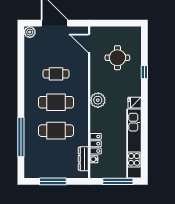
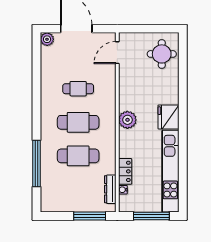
door: (89, 43) -> (117, 53), hinge flipped
round table: (117, 58) -> (162, 54), moved
window: (144, 72) -> (183, 87), removed
fridge: (135, 103) -> (168, 117), width x1.88, depth x1.34
window: (53, 181) -> (90, 216), moved

